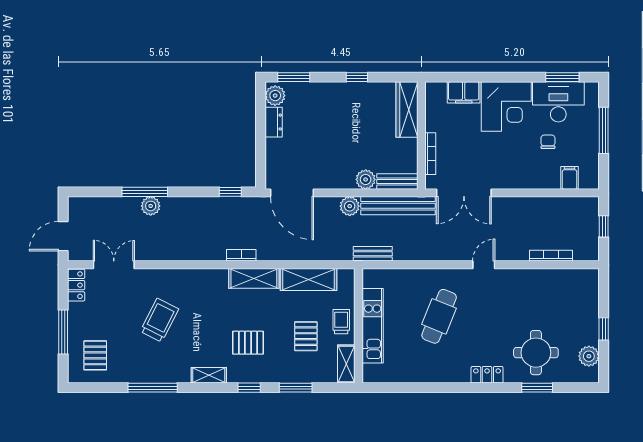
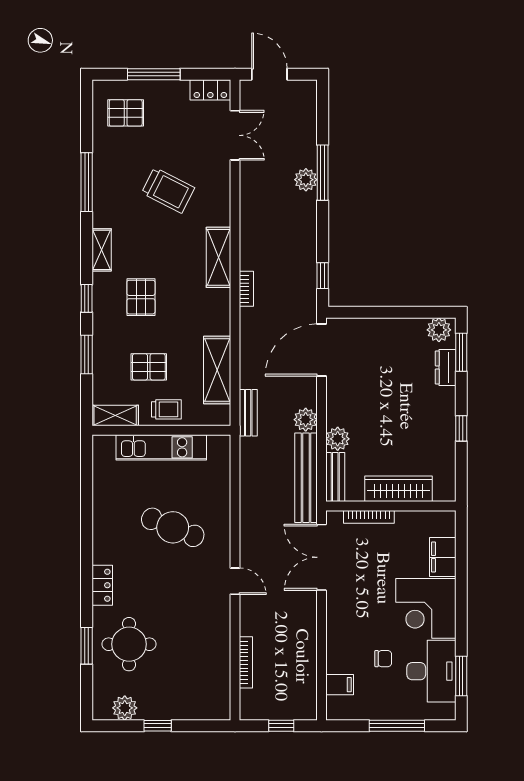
wardrobe: (407, 109) -> (399, 489), moved
dresser: (274, 122) -> (446, 367), moved, turned 90
bench: (373, 254) -> (248, 413), moved
shelving: (254, 278) -> (219, 257), moved

